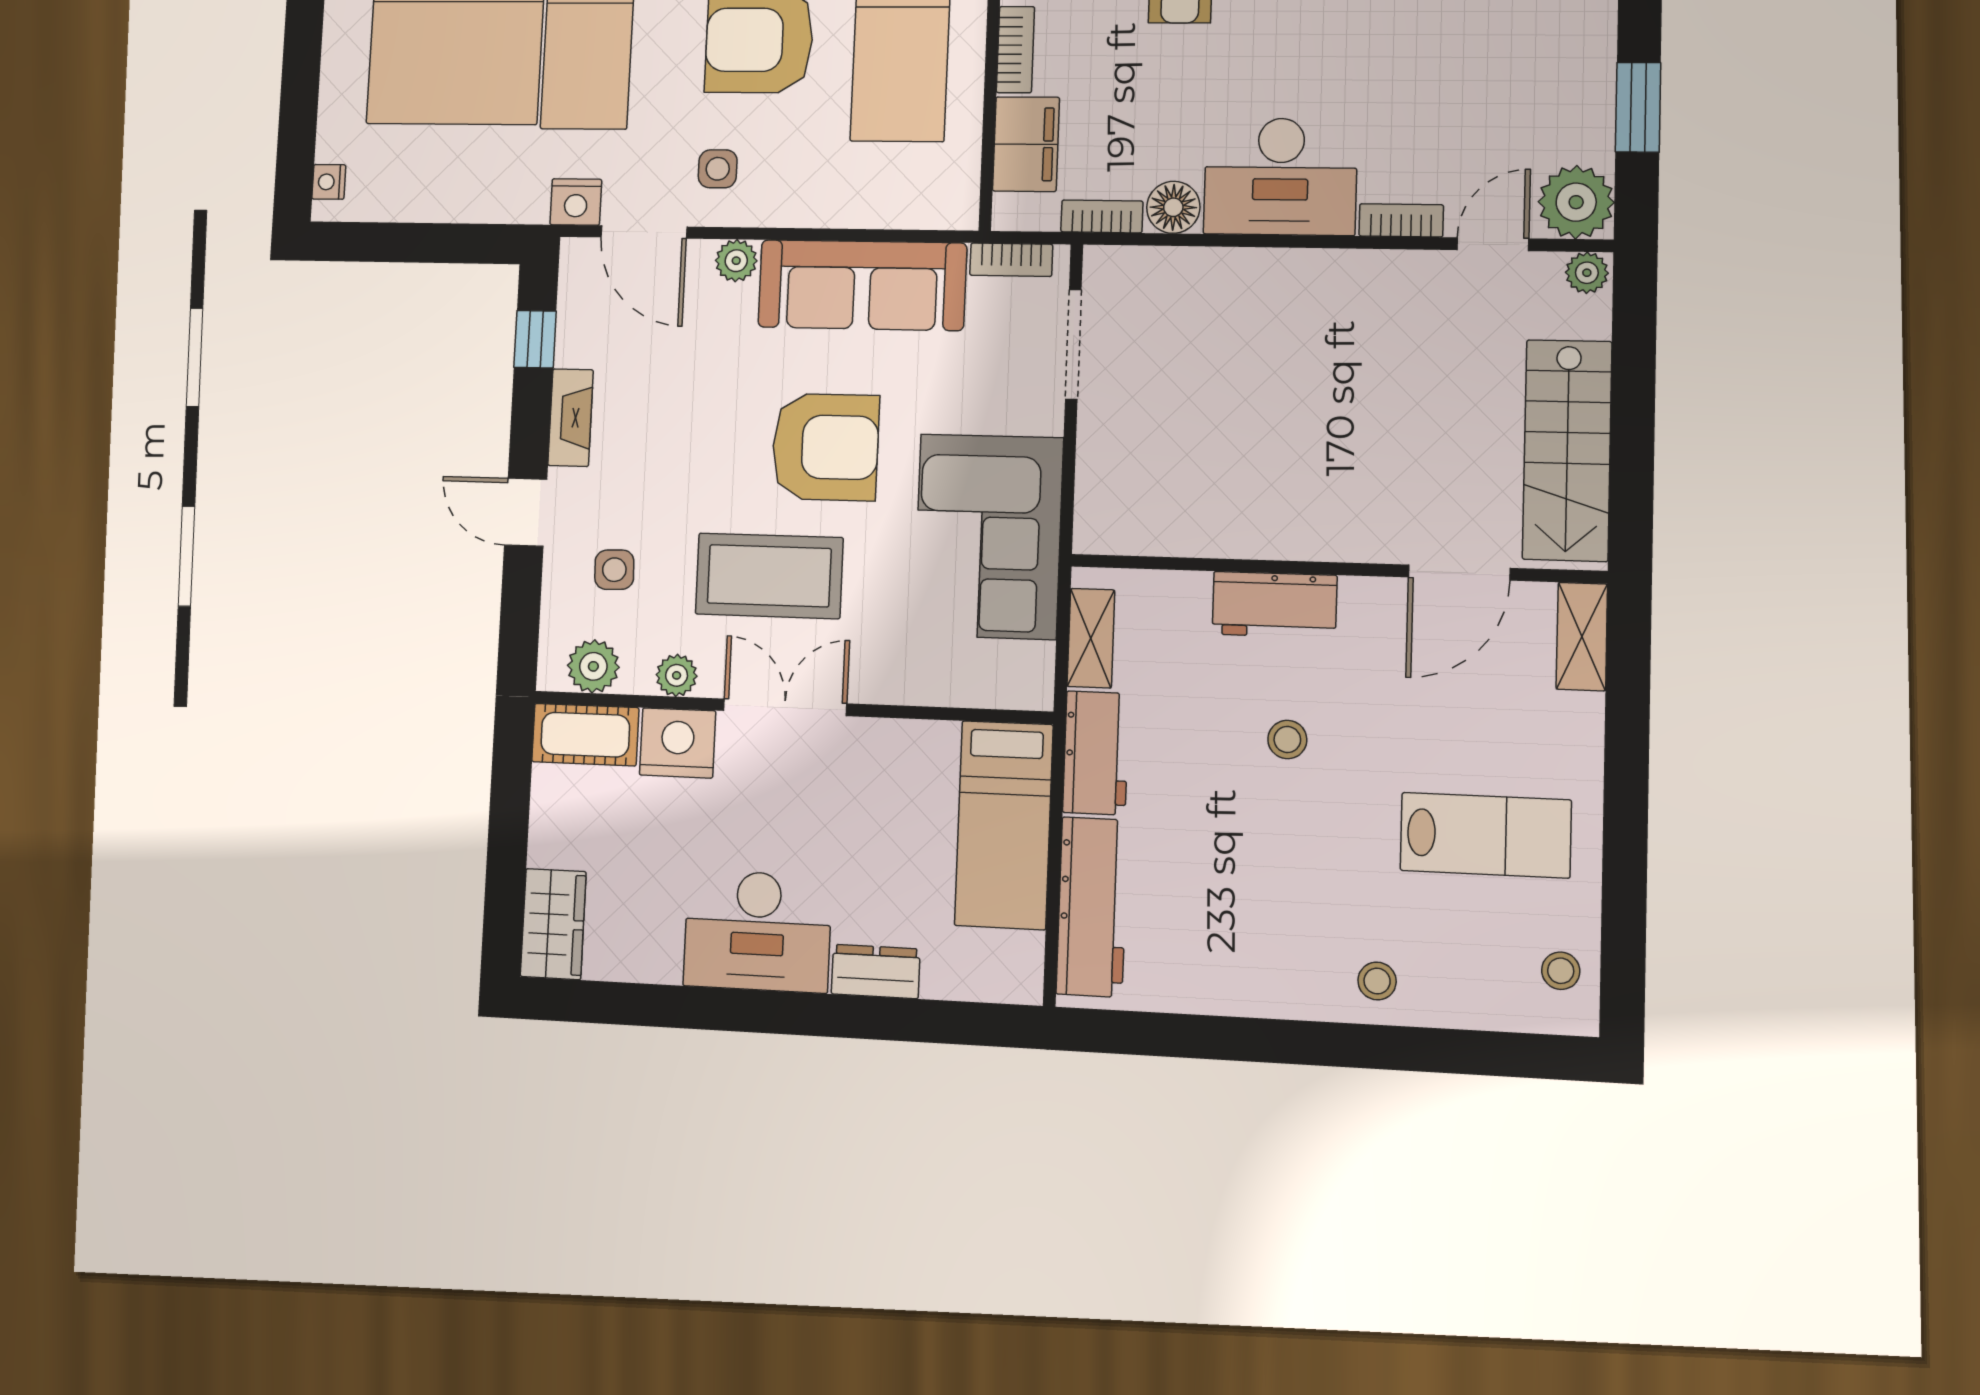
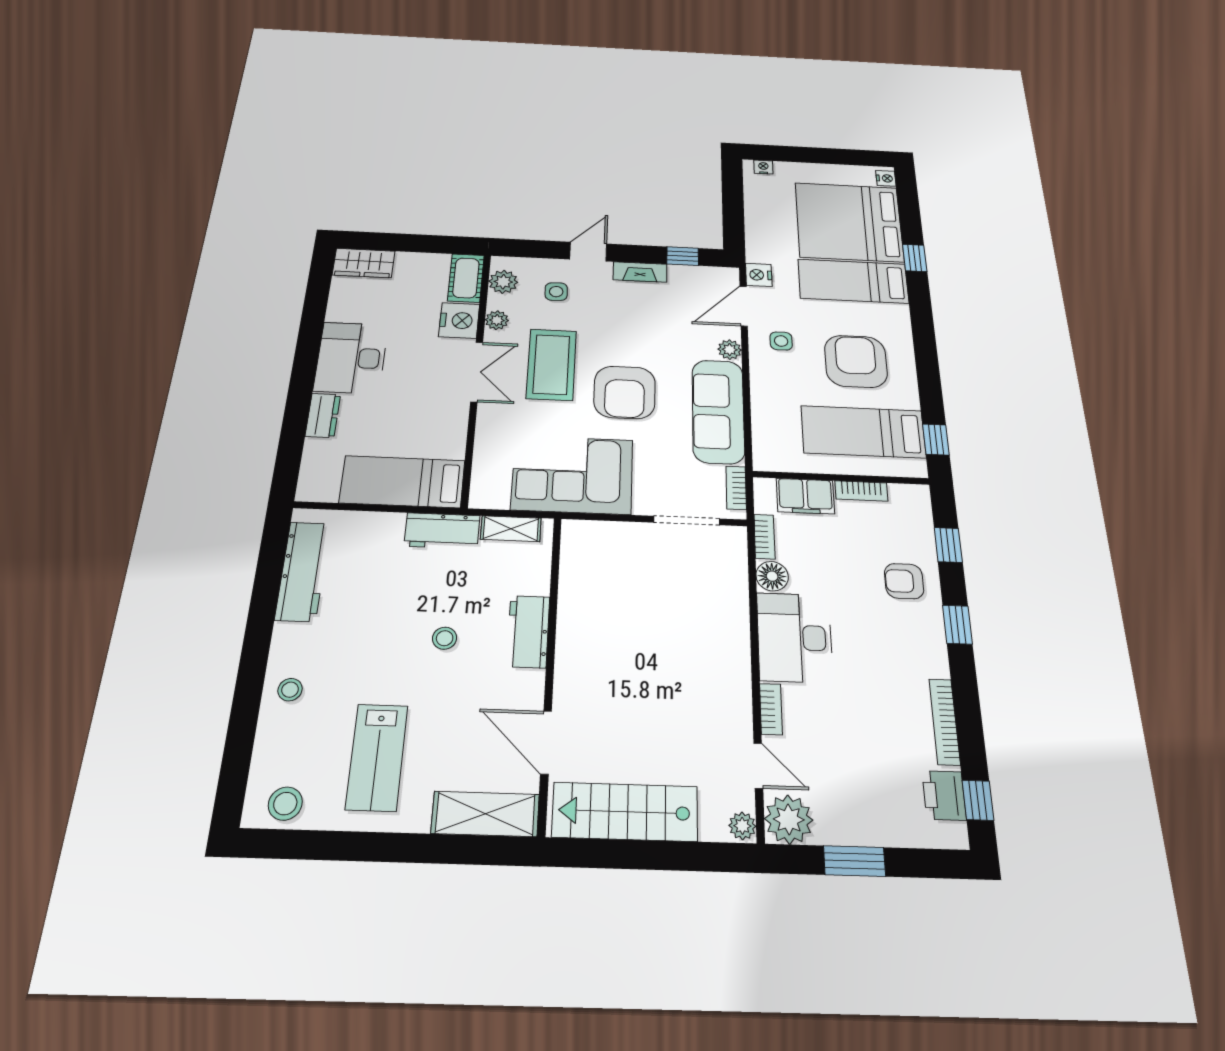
shelving: (1582, 637) -> (485, 814), width x1.50, depth x1.33
workbench: (1092, 907) -> (303, 571), moved, turned -90
stool: (1561, 971) -> (285, 804), width x1.37, depth x1.37

